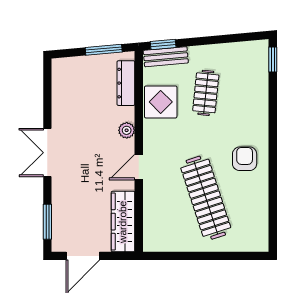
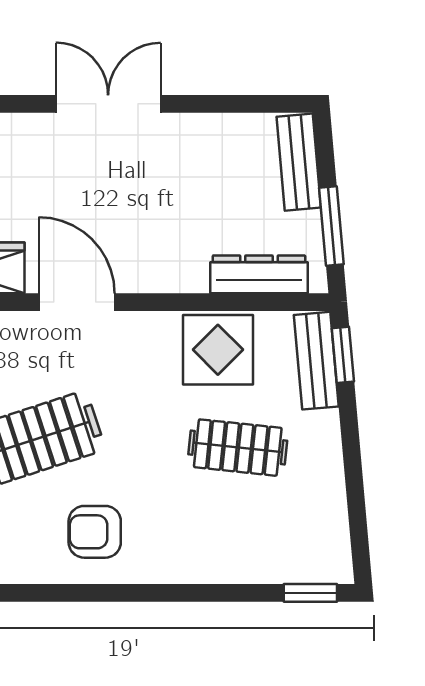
bench: (74, 65) -> (299, 162), added
plant: (127, 130) -> (157, 276), removed
armchair: (245, 159) -> (95, 532), turned 180
door: (139, 167) -> (77, 302), width x1.38

